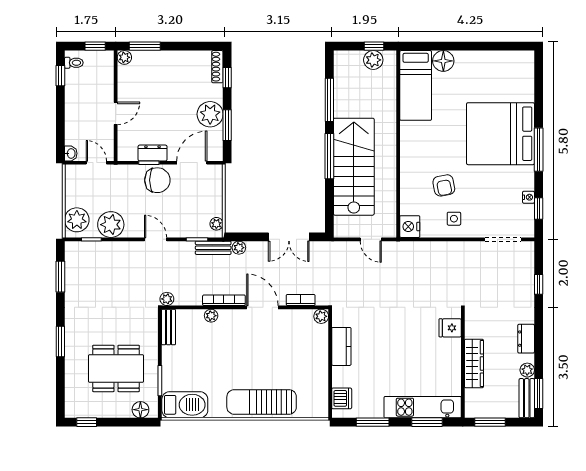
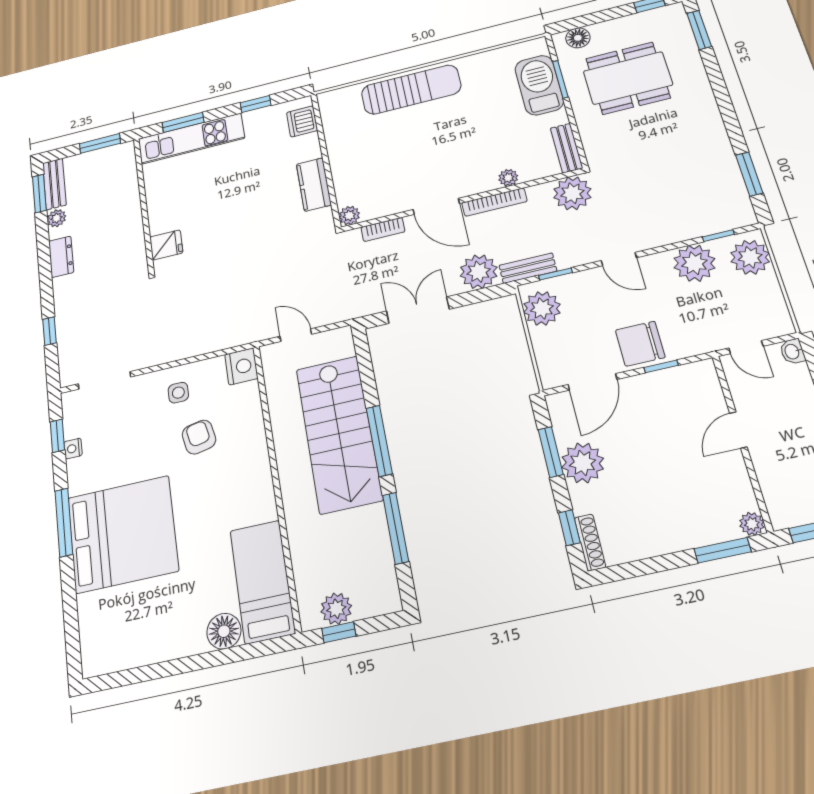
dresser: (153, 153) -> (660, 382), removed
plant: (216, 224) -> (542, 308), width x1.87, depth x1.87
plant: (239, 248) -> (479, 272), width x1.87, depth x1.87
plant: (167, 299) -> (572, 193), width x1.87, depth x1.87
window: (60, 342) -> (699, 30), moved
wardrobe: (474, 364) -> (129, 208), removed
barbecue: (185, 405) -> (539, 85), moved, turned 90
window: (373, 422) -> (256, 104), width x0.67

